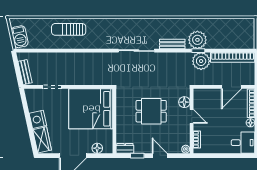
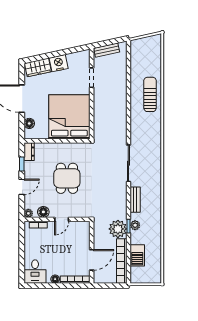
barbecue: (20, 37) -> (137, 255), moved, turned -78
plant: (197, 40) -> (135, 225), width x0.53, depth x0.53
door: (232, 87) -> (92, 260), swing flipped
floor lamp: (184, 102) -> (43, 212), moved

